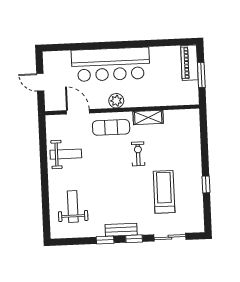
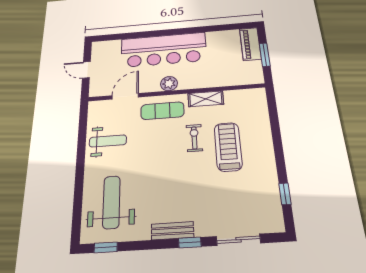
door: (78, 112) -> (125, 96), hinge flipped
window: (206, 184) -> (285, 194), moved
treadmill: (164, 192) -> (228, 147), moved
weight bench: (73, 207) -> (111, 202), width x1.36, depth x1.33
window: (105, 240) -> (106, 247), moved

